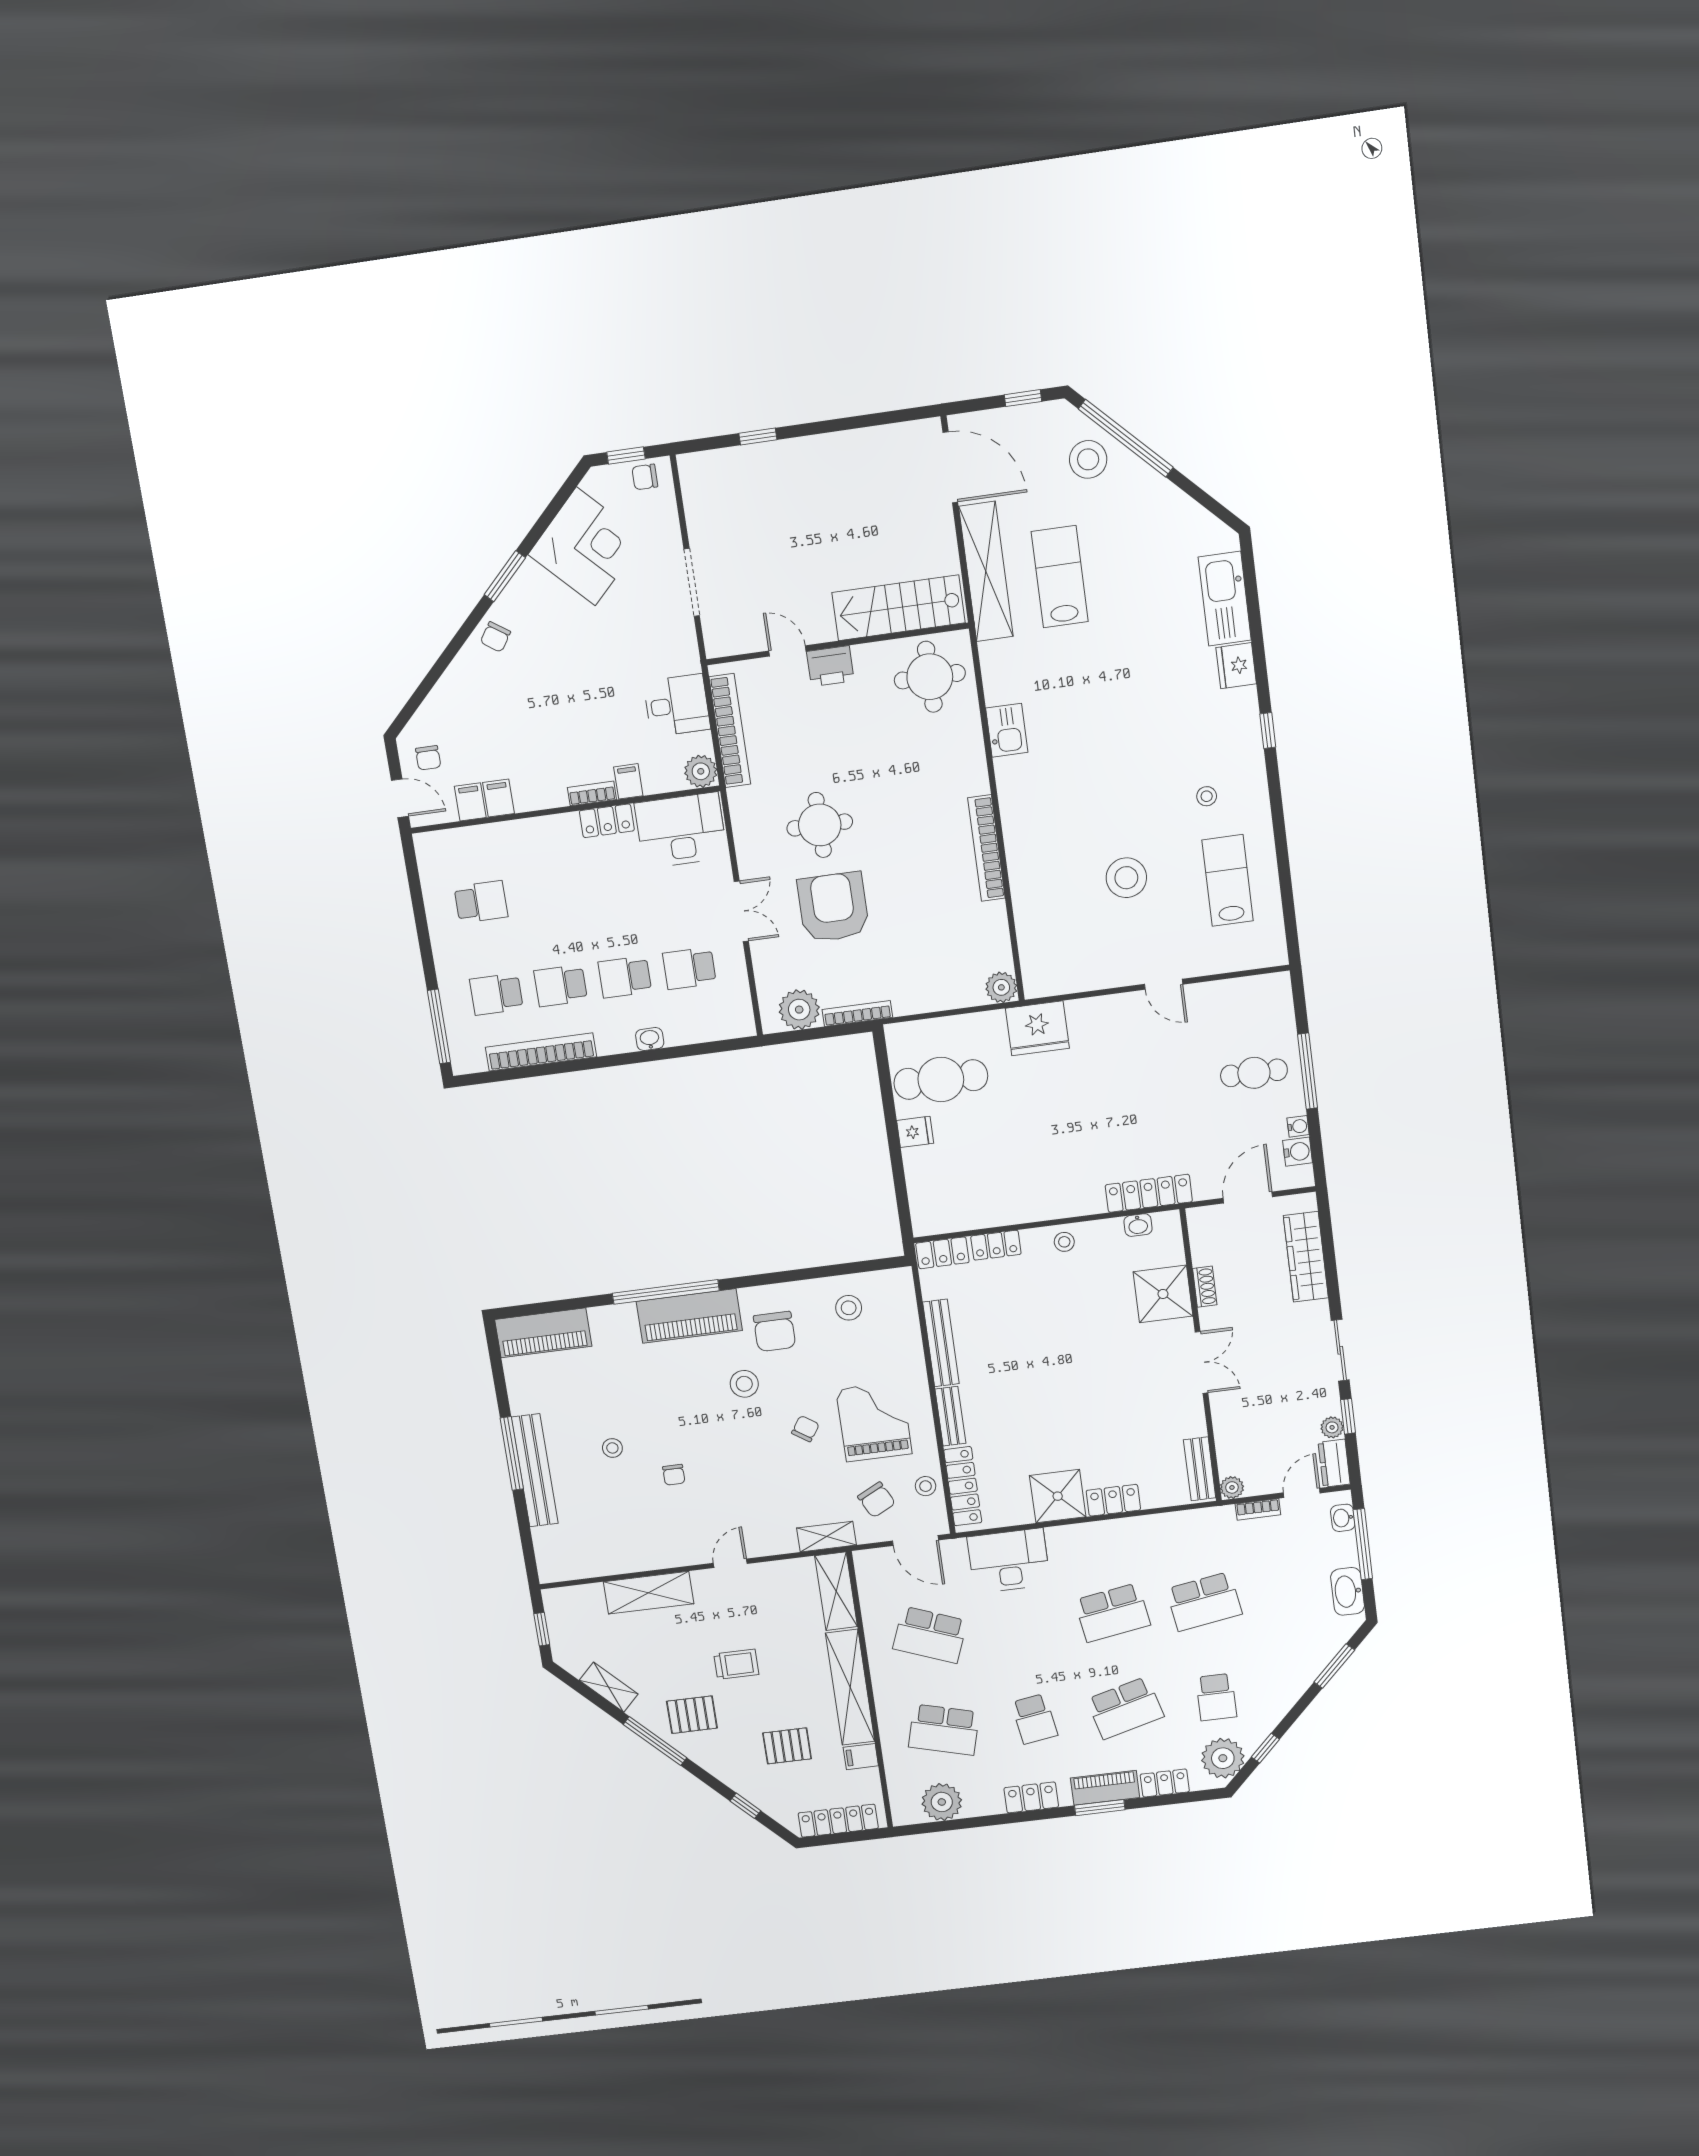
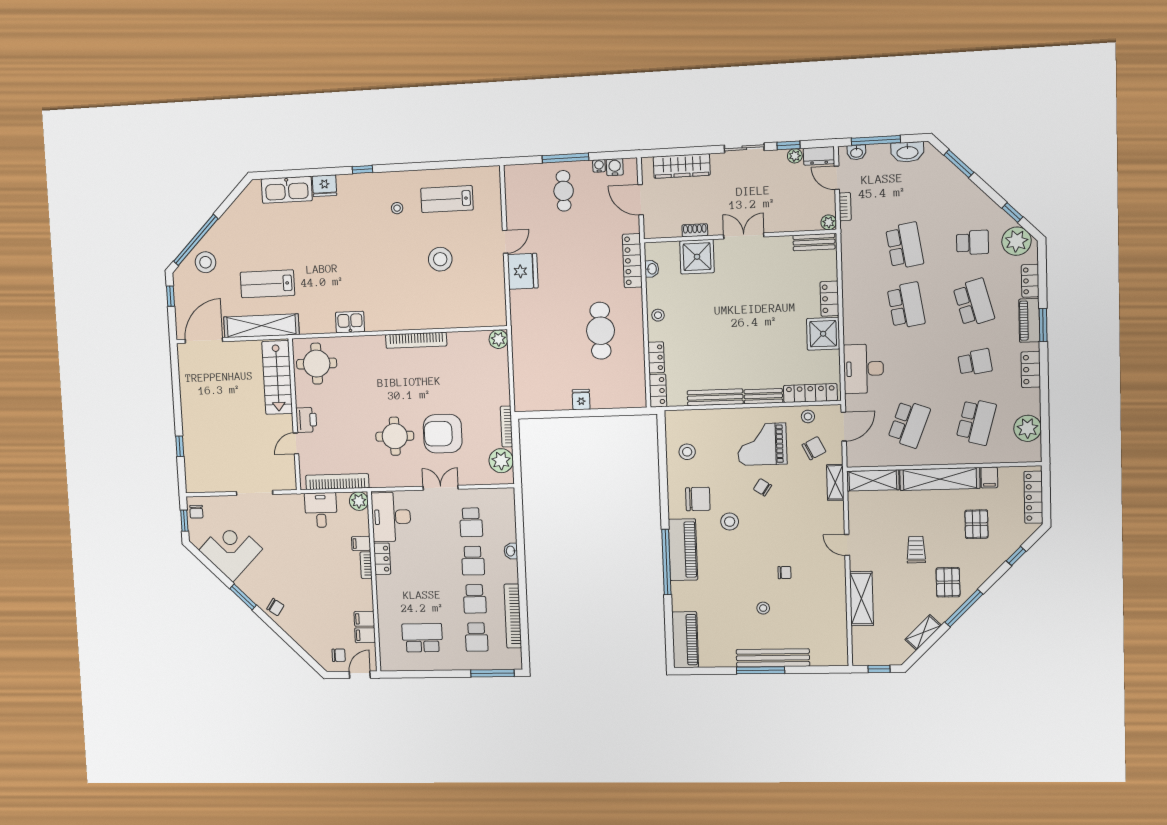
school desk: (481, 902) -> (422, 638), width x1.85
fridge: (1037, 1028) -> (523, 271), moved
cafe table: (941, 1080) -> (600, 331), moved

